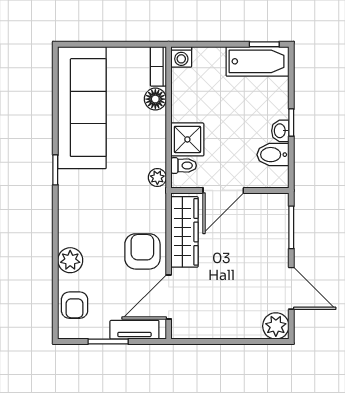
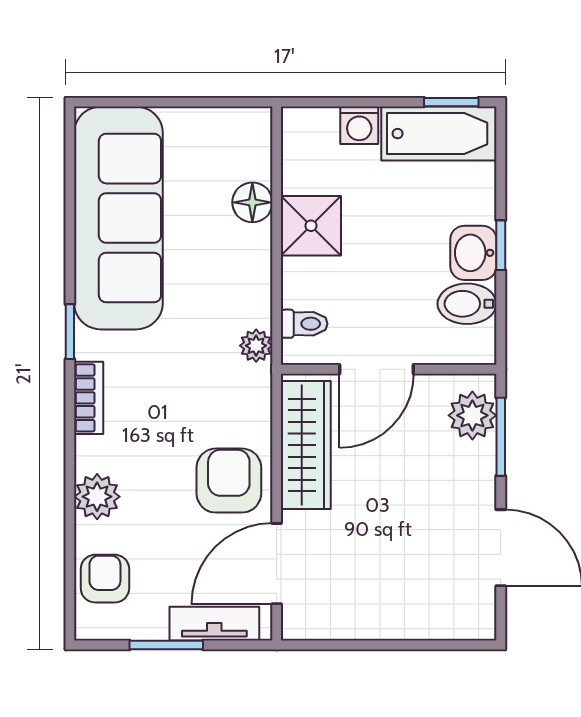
washing machine: (181, 57) -> (359, 125), moved
bookcase: (158, 66) -> (89, 398), moved, turned 180
washbasin: (280, 131) -> (473, 253), width x1.38, depth x1.45
shower: (187, 139) -> (311, 226), moved
armchair: (75, 305) -> (105, 579), turned 180
plant: (276, 326) -> (472, 415), moved

